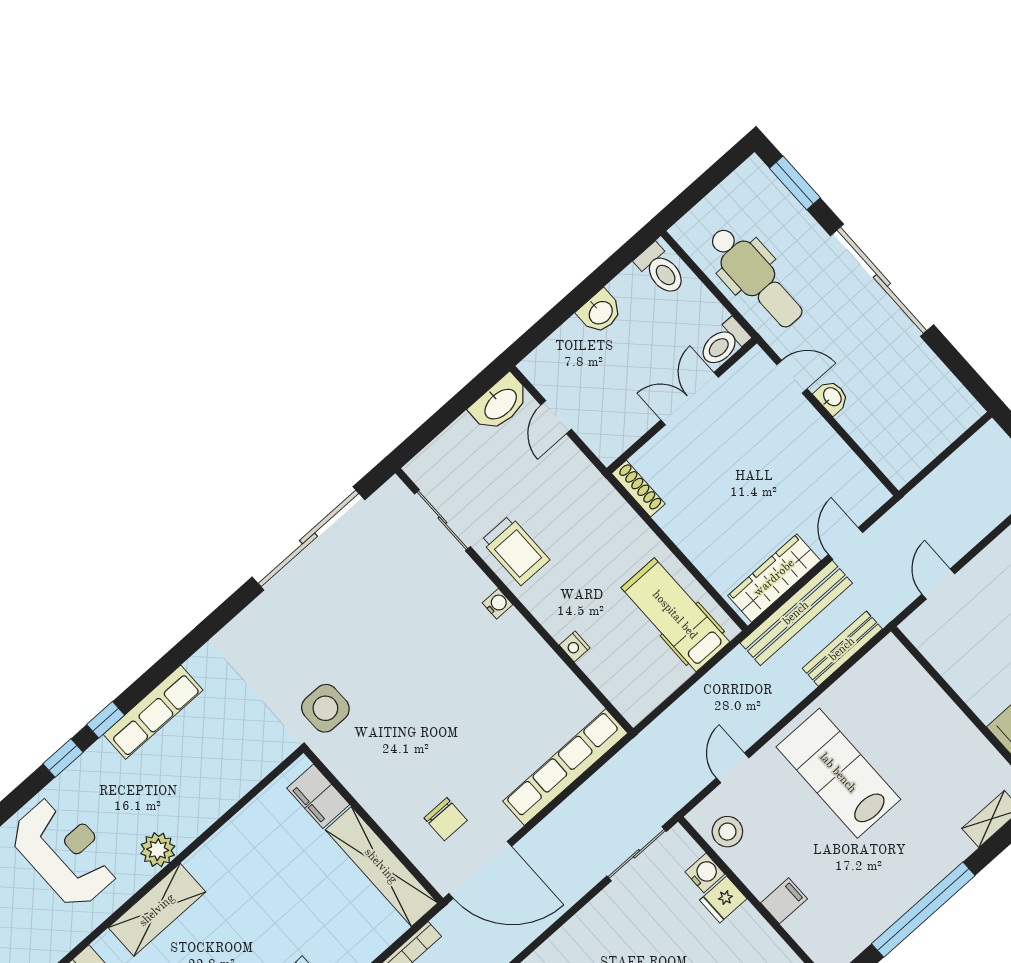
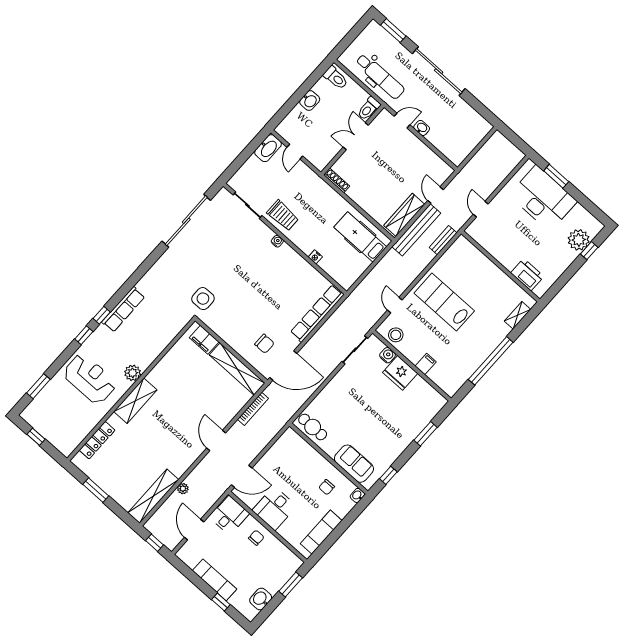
bench: (842, 649) -> (443, 240), width x0.73
fridge: (723, 899) -> (400, 373), width x1.88, depth x1.34

